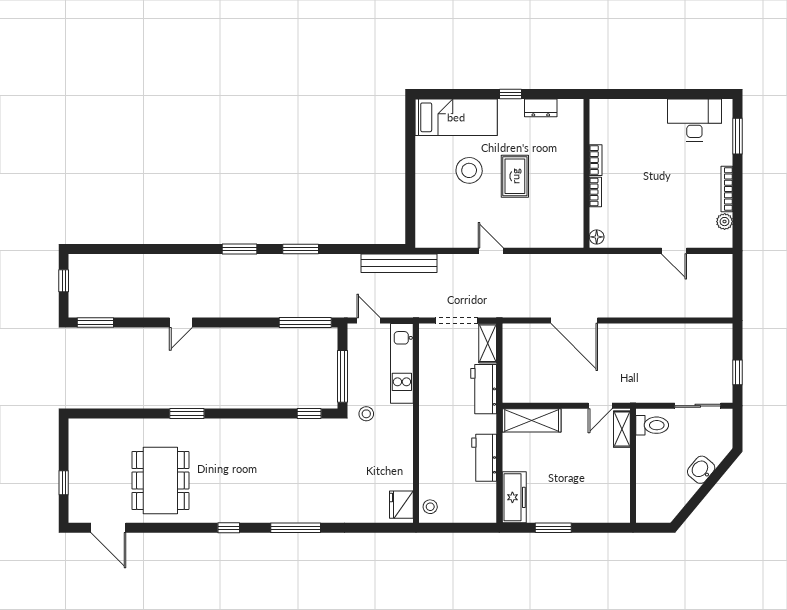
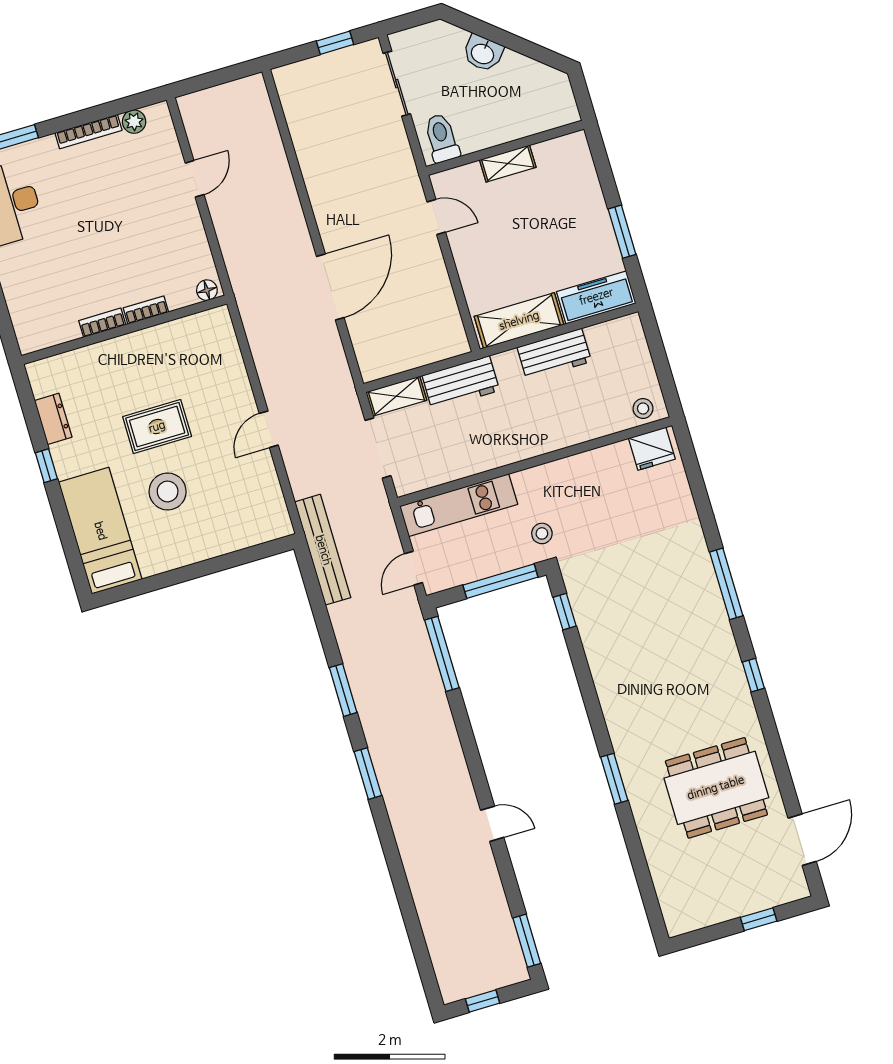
shelving: (532, 420) -> (519, 321), moved, turned 90
shelving: (622, 429) -> (508, 164), moved

